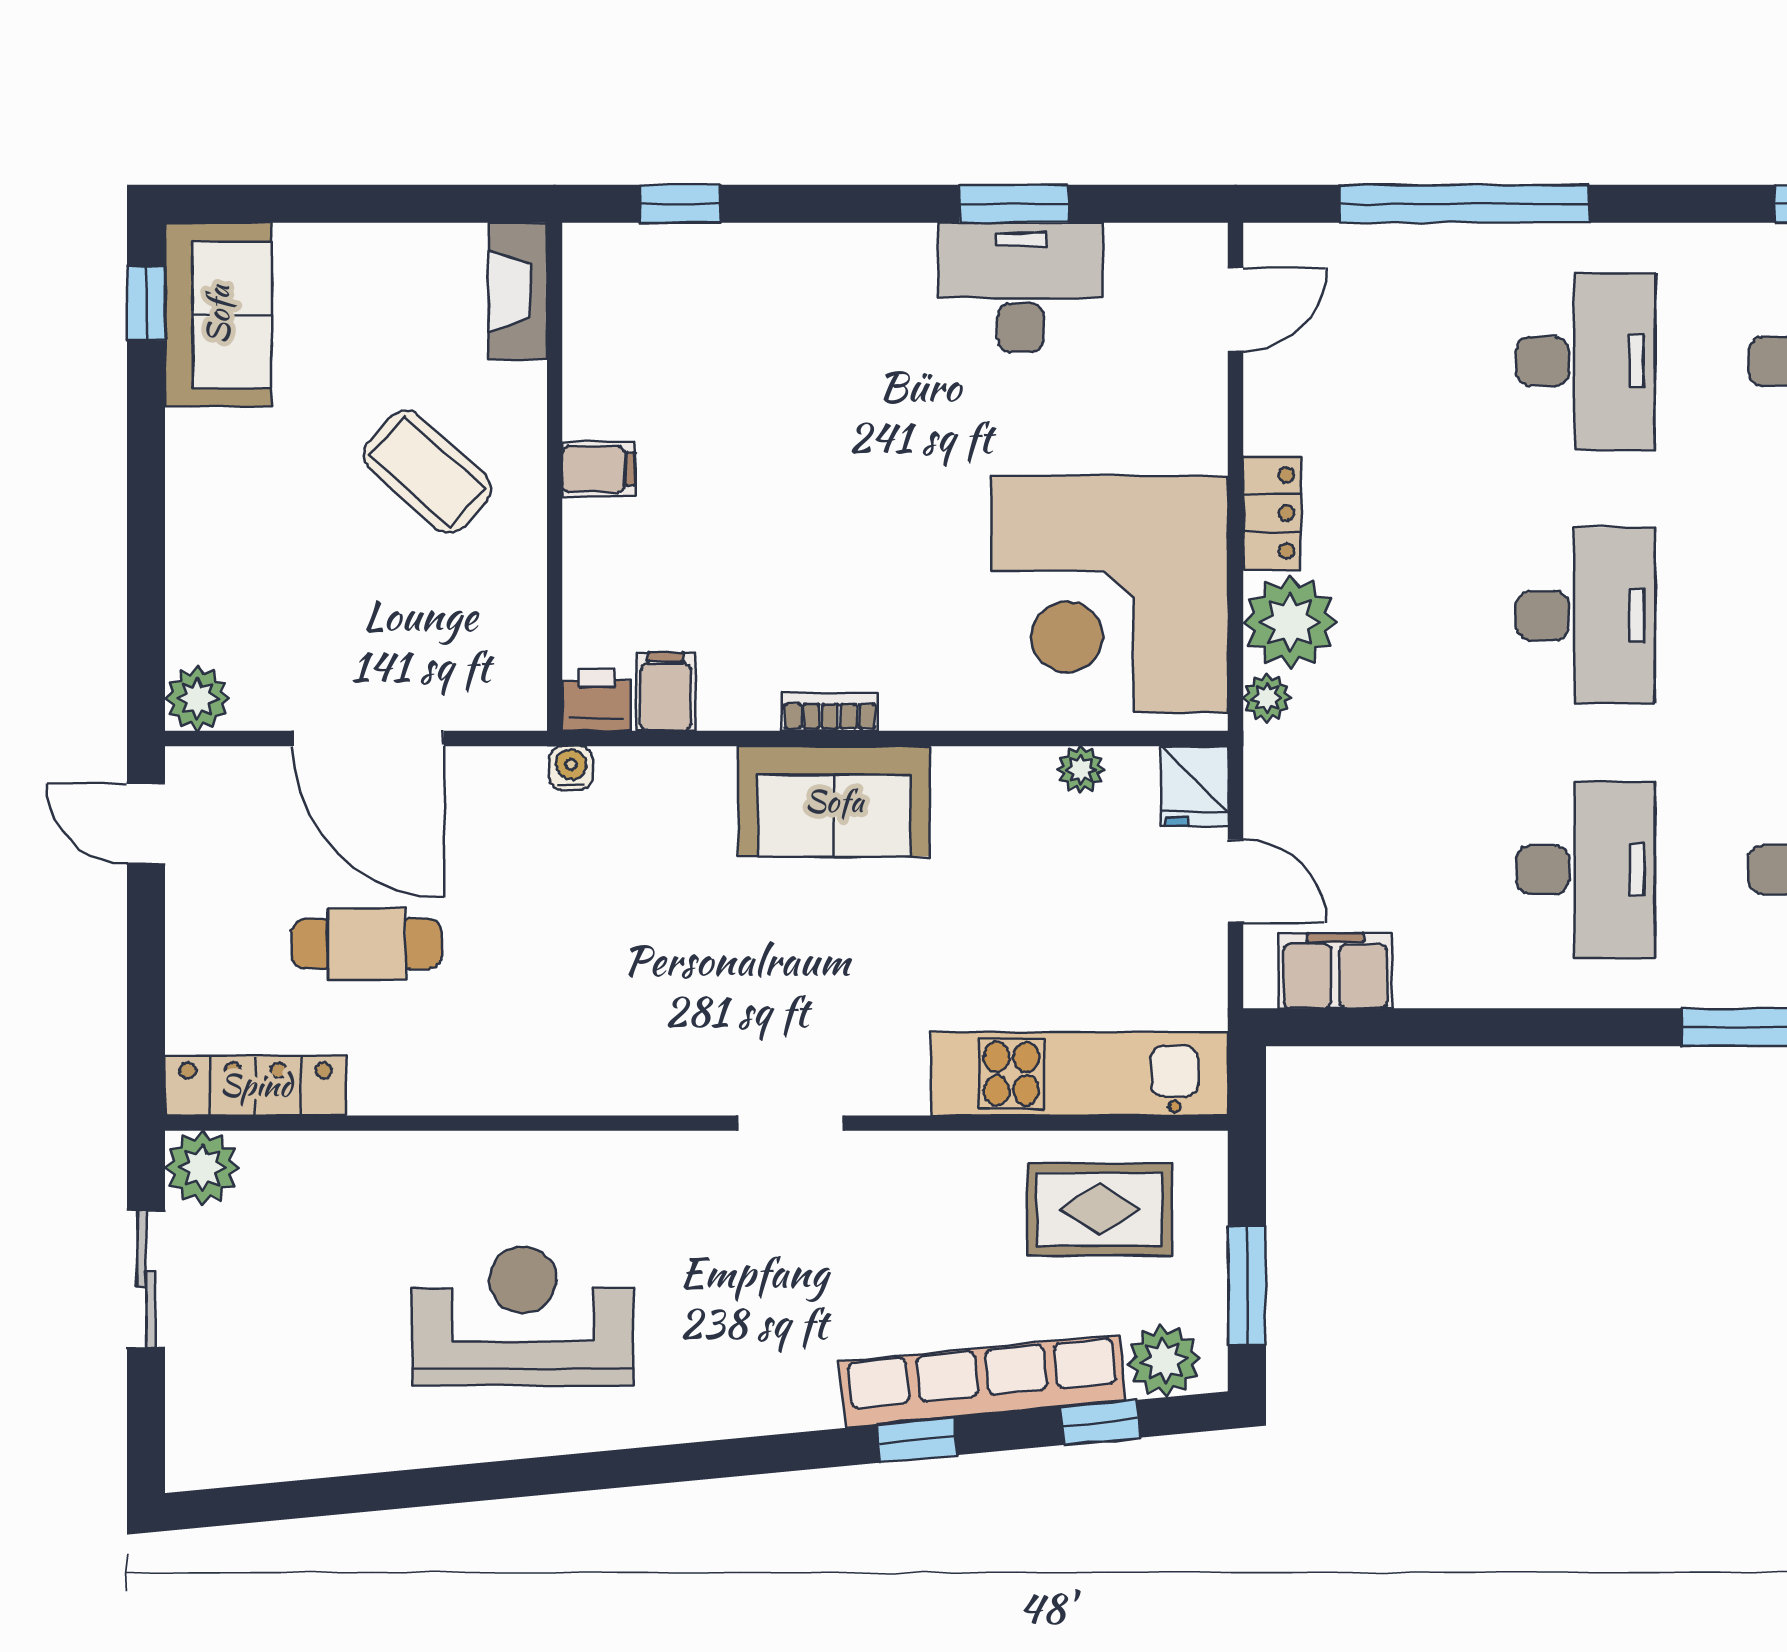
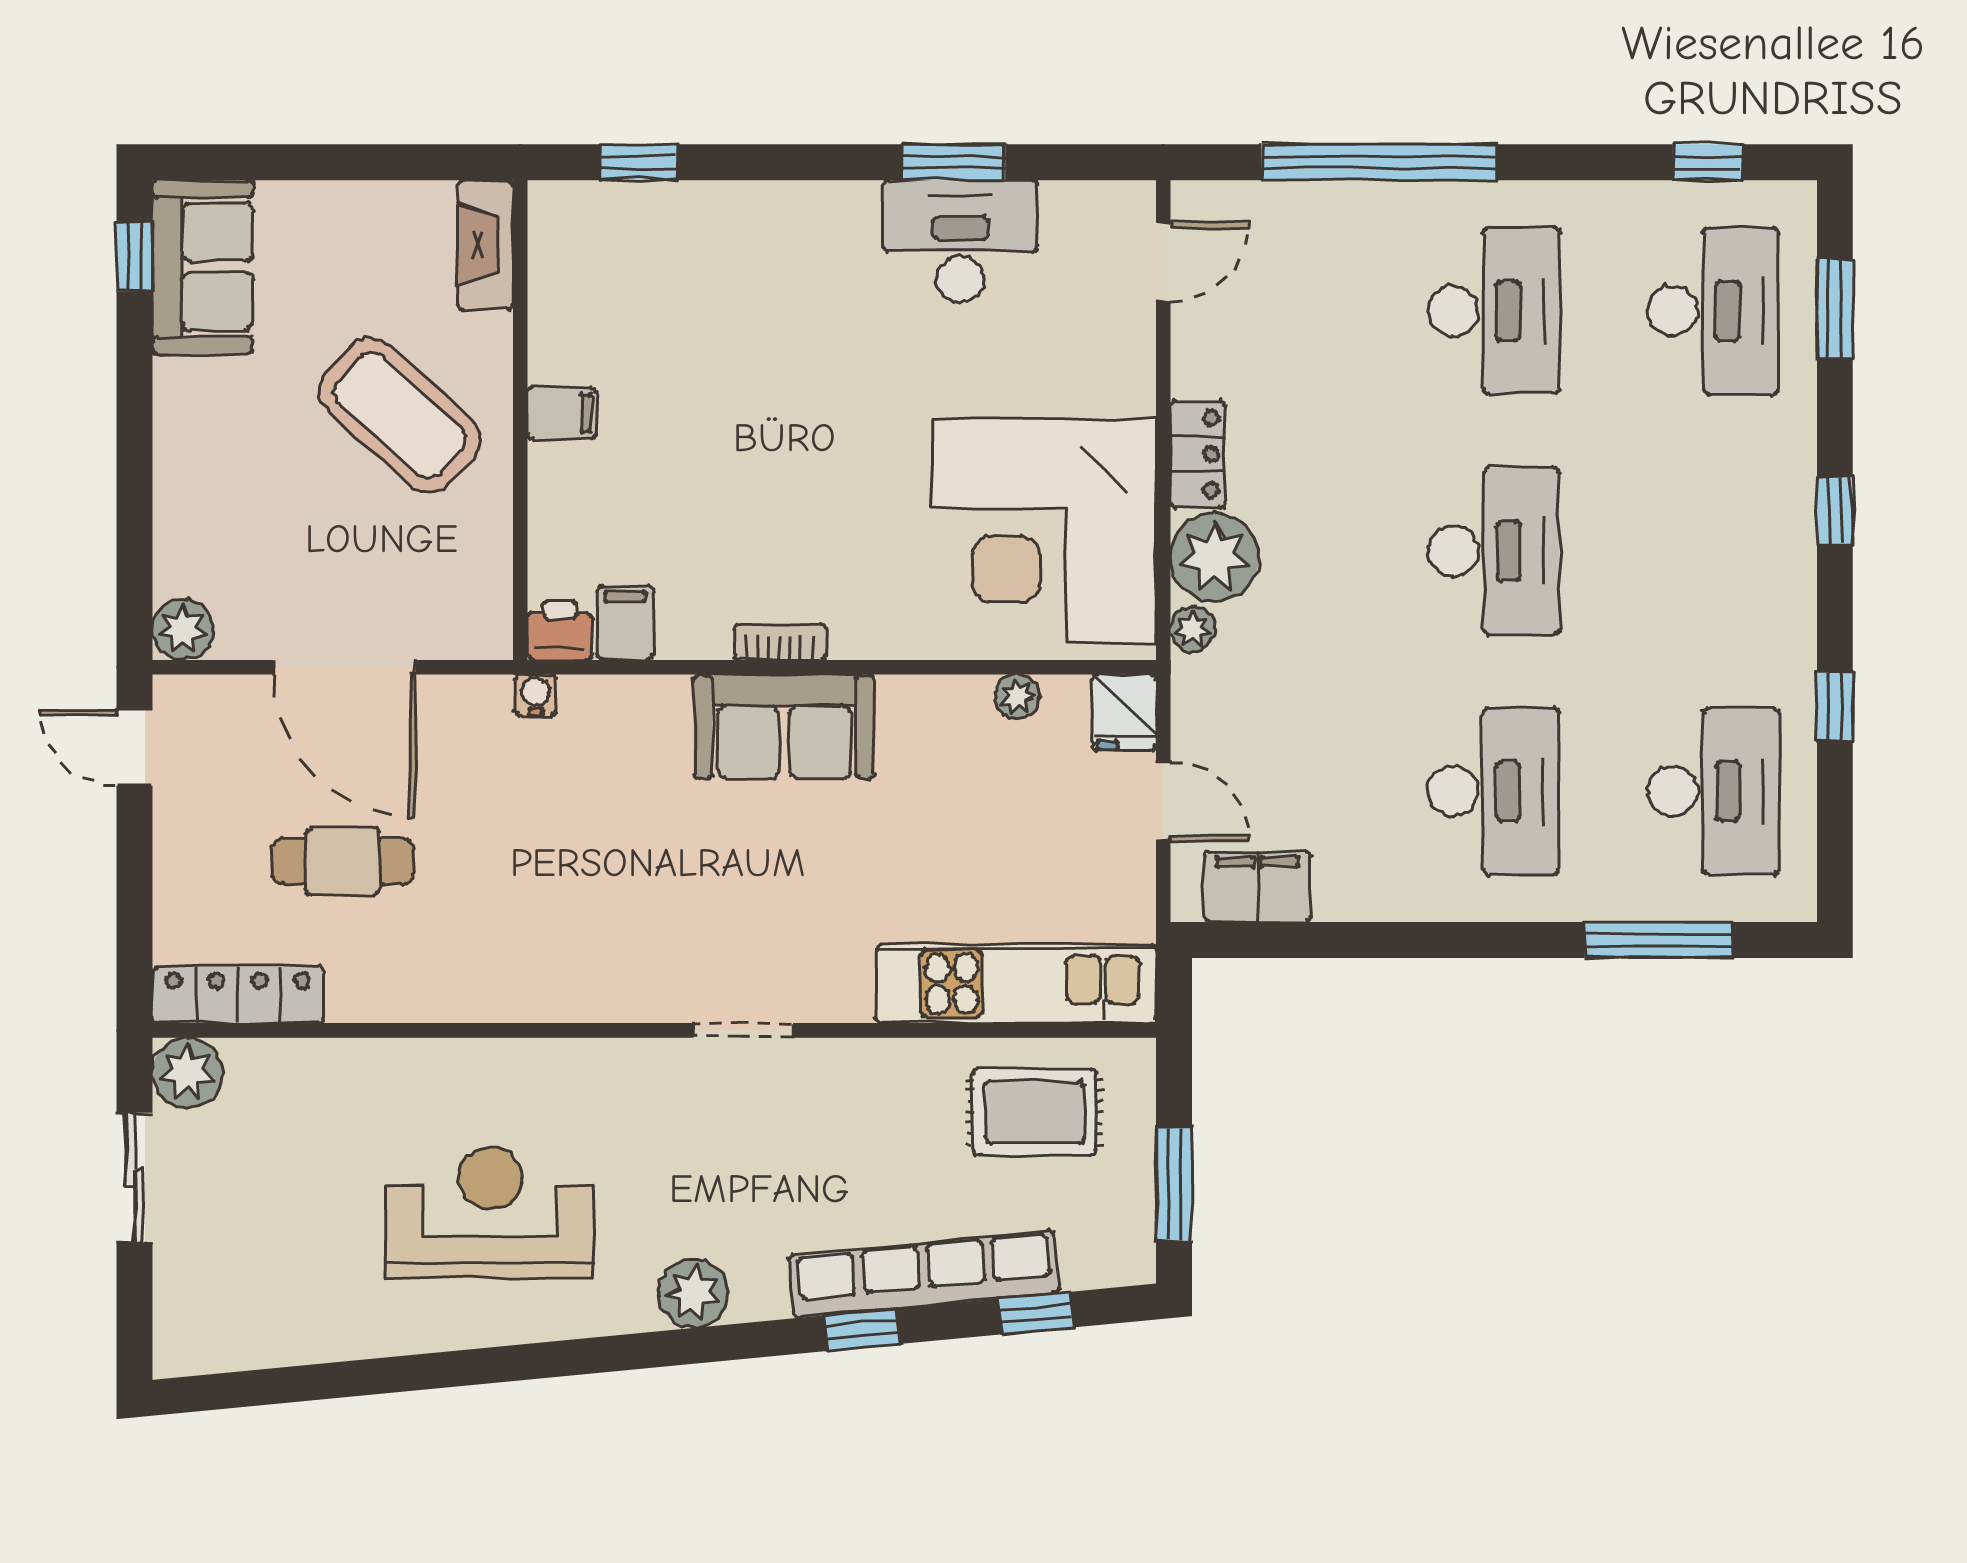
coffee table: (427, 472) -> (400, 415), width x1.36, depth x1.32
plant: (1164, 1361) -> (693, 1293), moved

